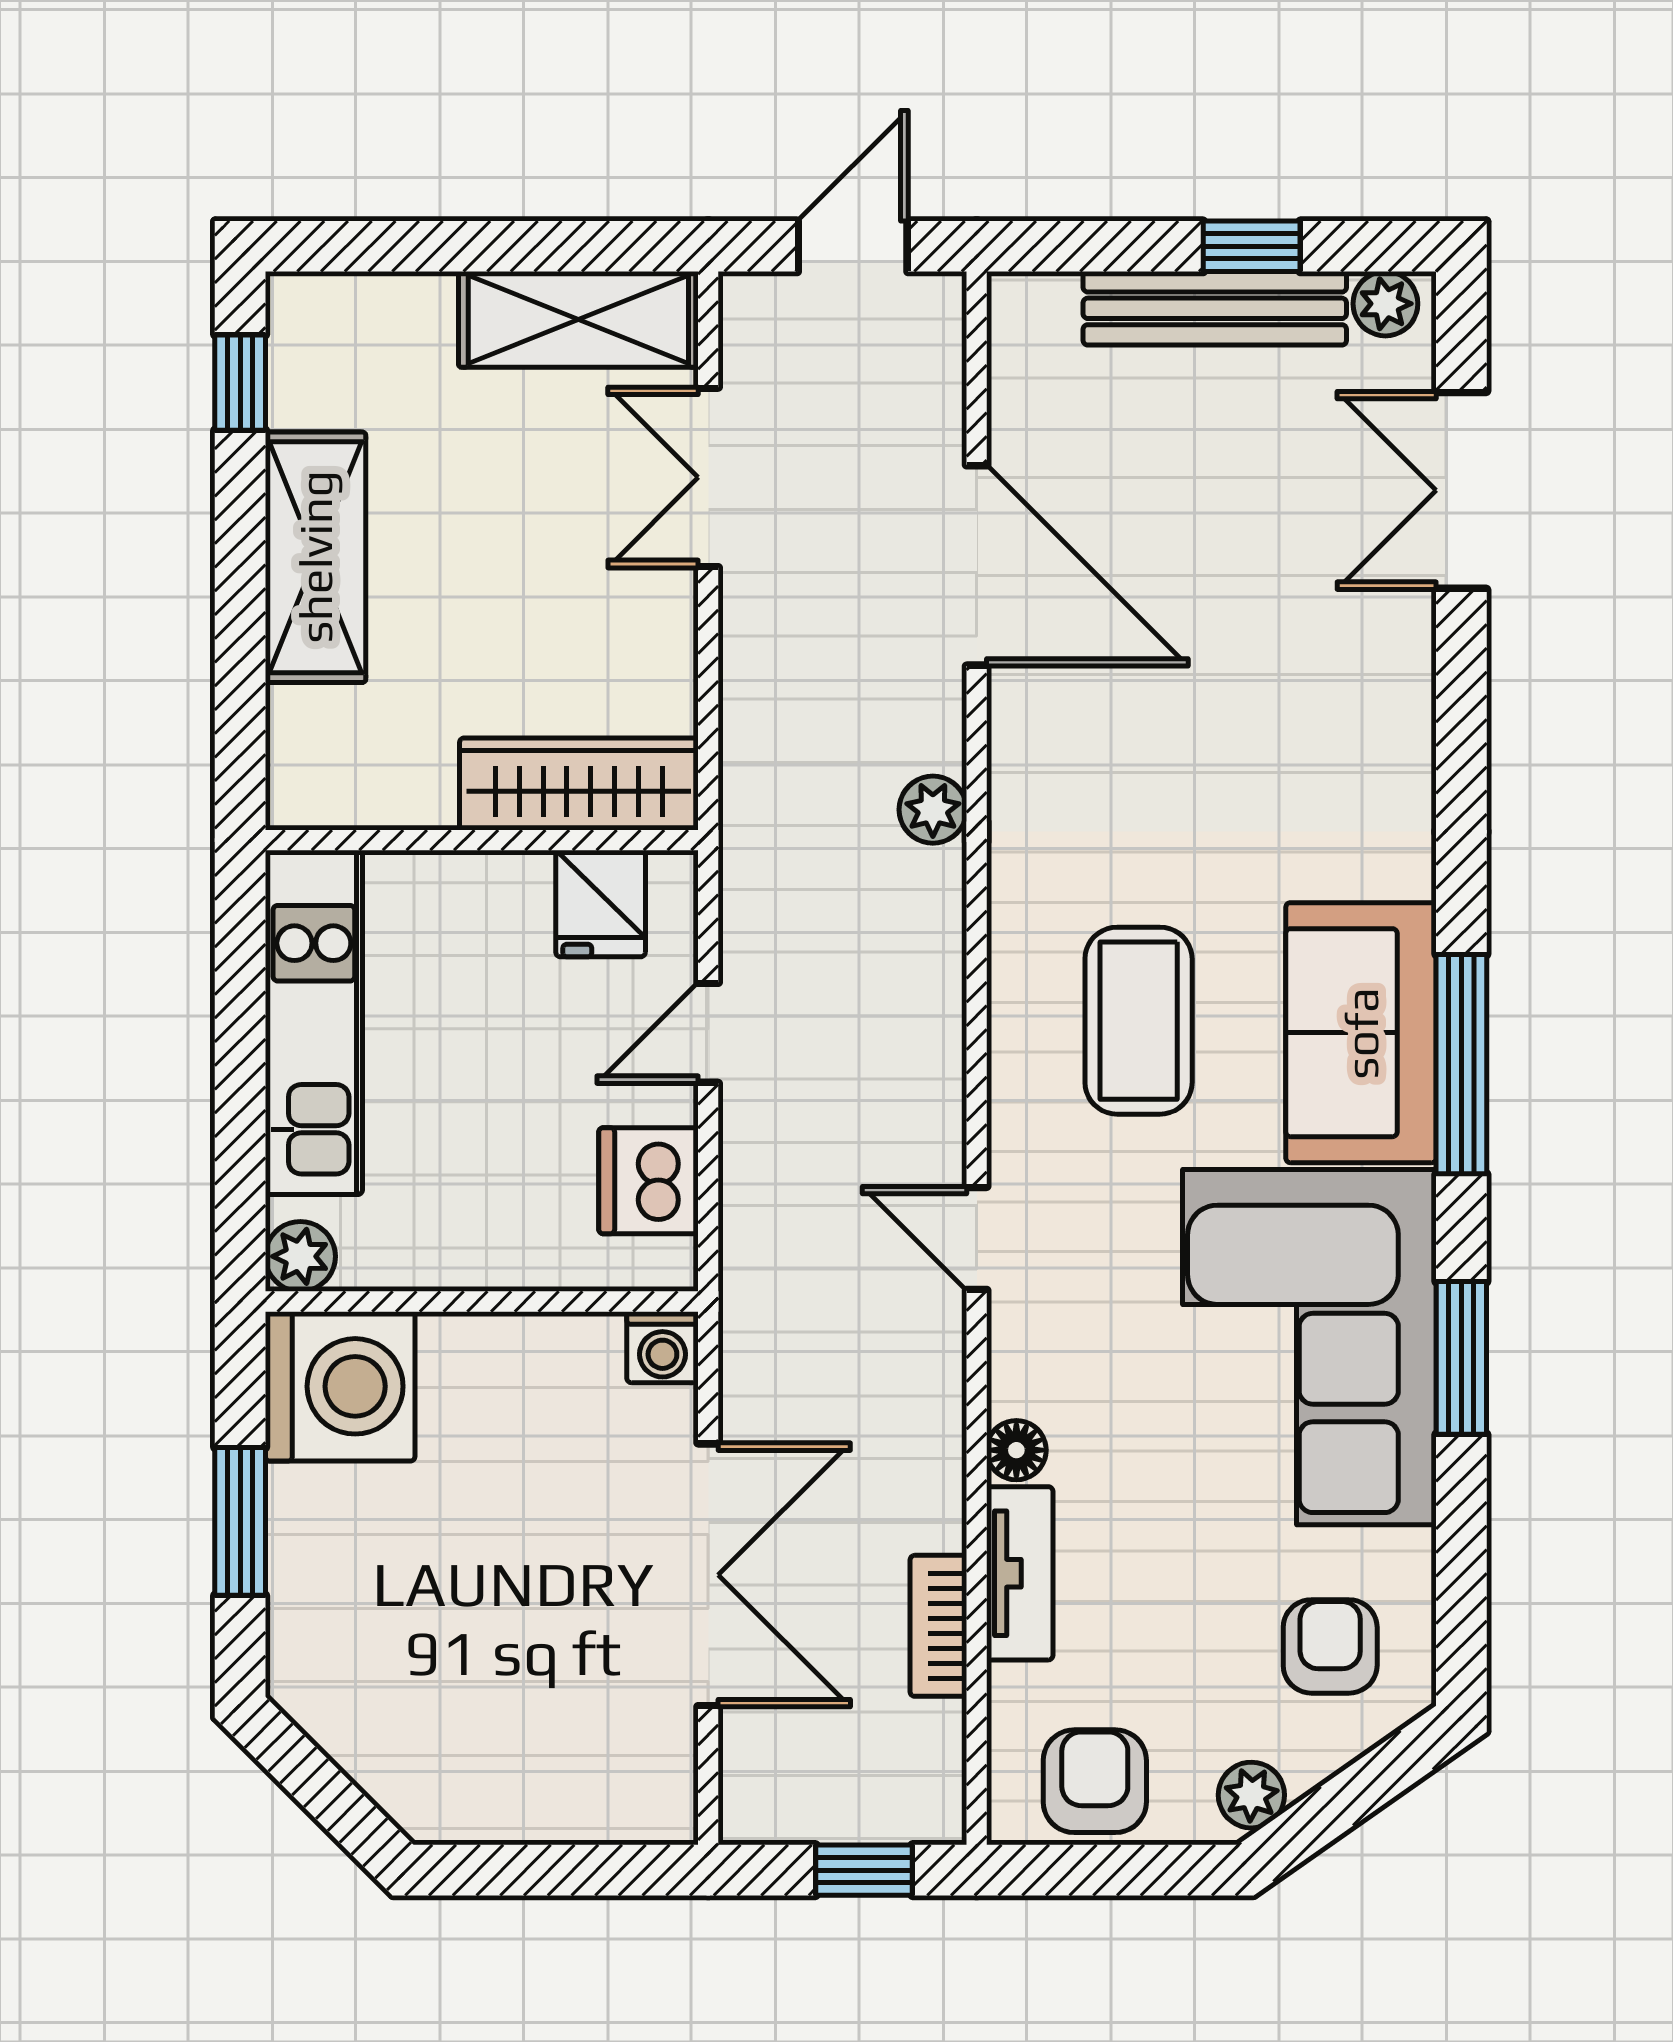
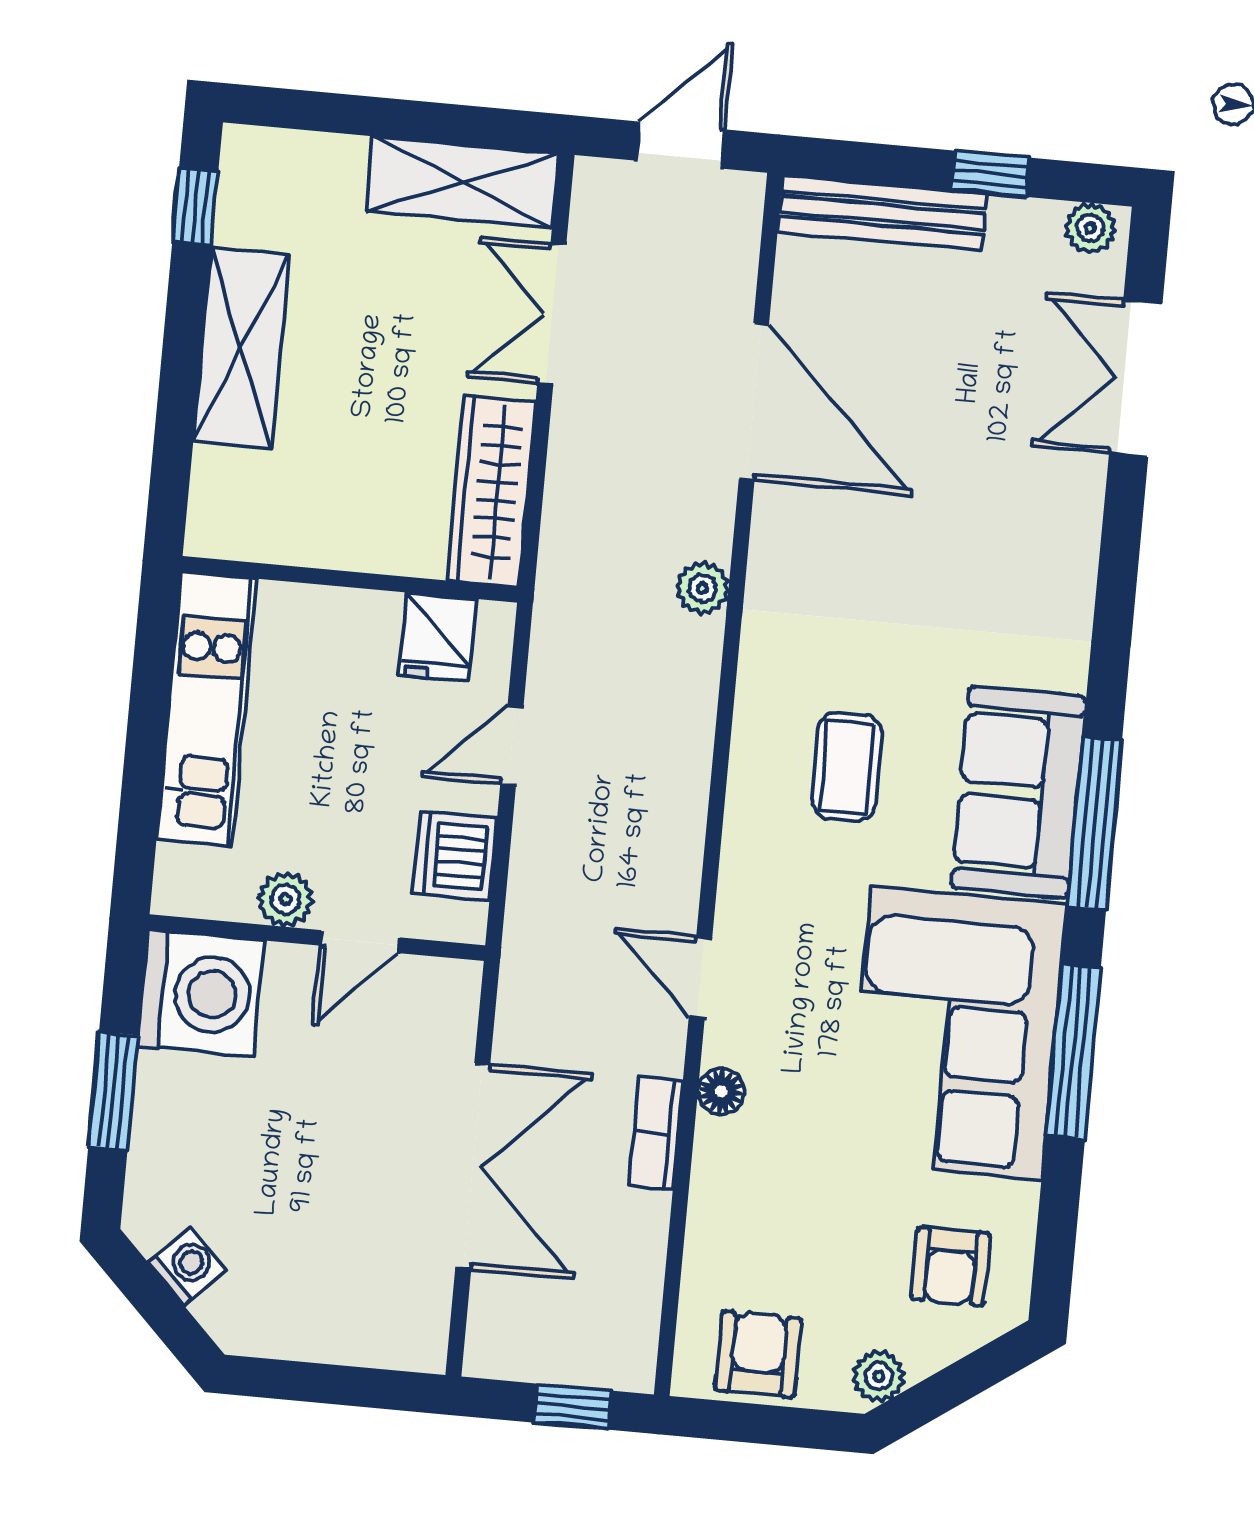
bench: (1215, 308) -> (882, 212), moved
wardrobe: (579, 784) -> (491, 491), moved, turned -90
coffee table: (1139, 1021) -> (847, 767), width x0.73, depth x0.77
door: (977, 1238) -> (700, 977), moved
plant: (300, 1256) -> (285, 899), moved
door: (537, 1301) -> (360, 942), added
washing machine: (662, 1347) -> (187, 1266), moved, turned -135
window: (1461, 1358) -> (1073, 1052), width x1.44
tv unit: (1020, 1573) -> (715, 1187), removed
bookcase: (938, 1626) -> (656, 1133), moved
armchair: (1330, 1646) -> (951, 1266), turned 180

